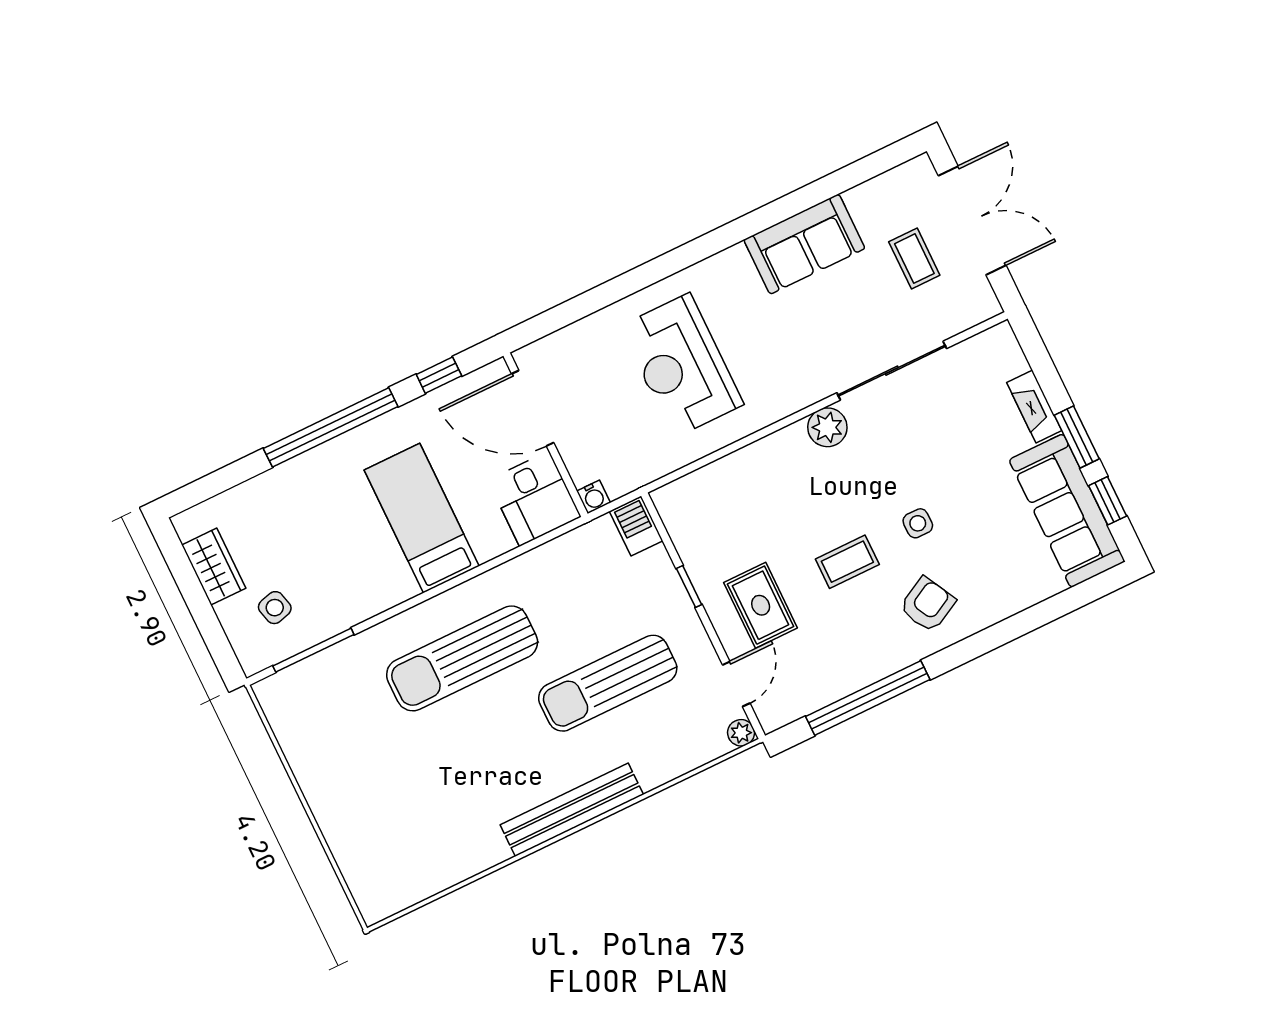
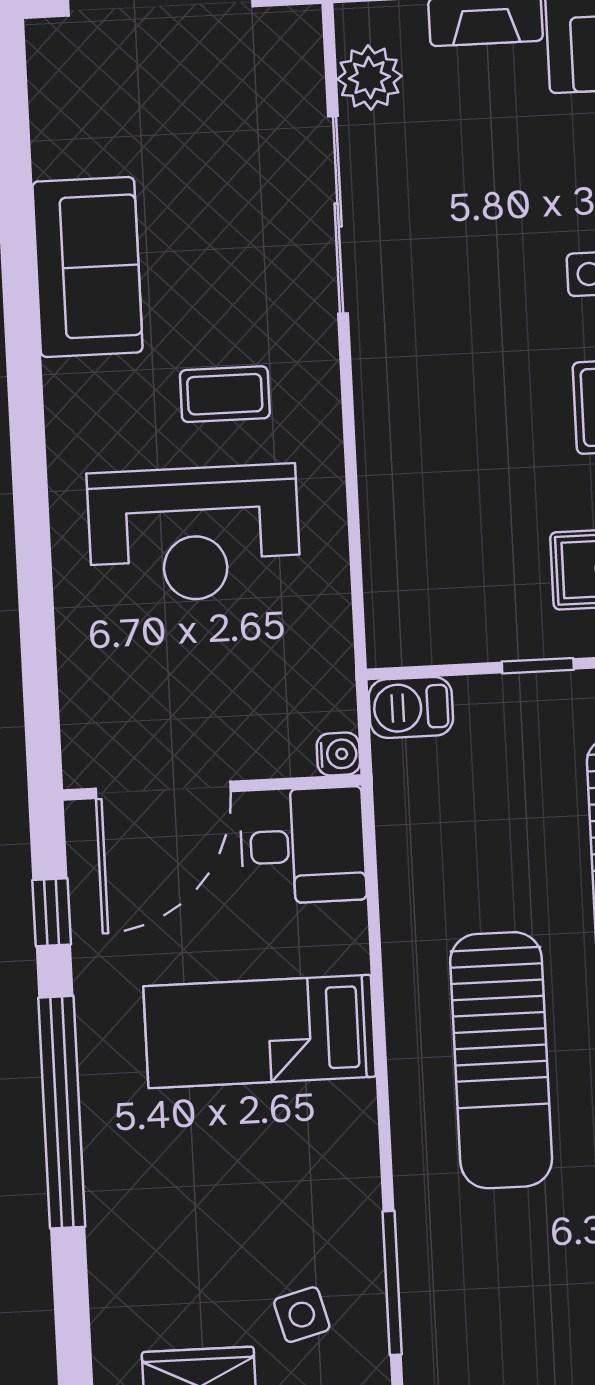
coffee table: (914, 259) -> (225, 394), moved
plant: (827, 427) -> (369, 78), moved

